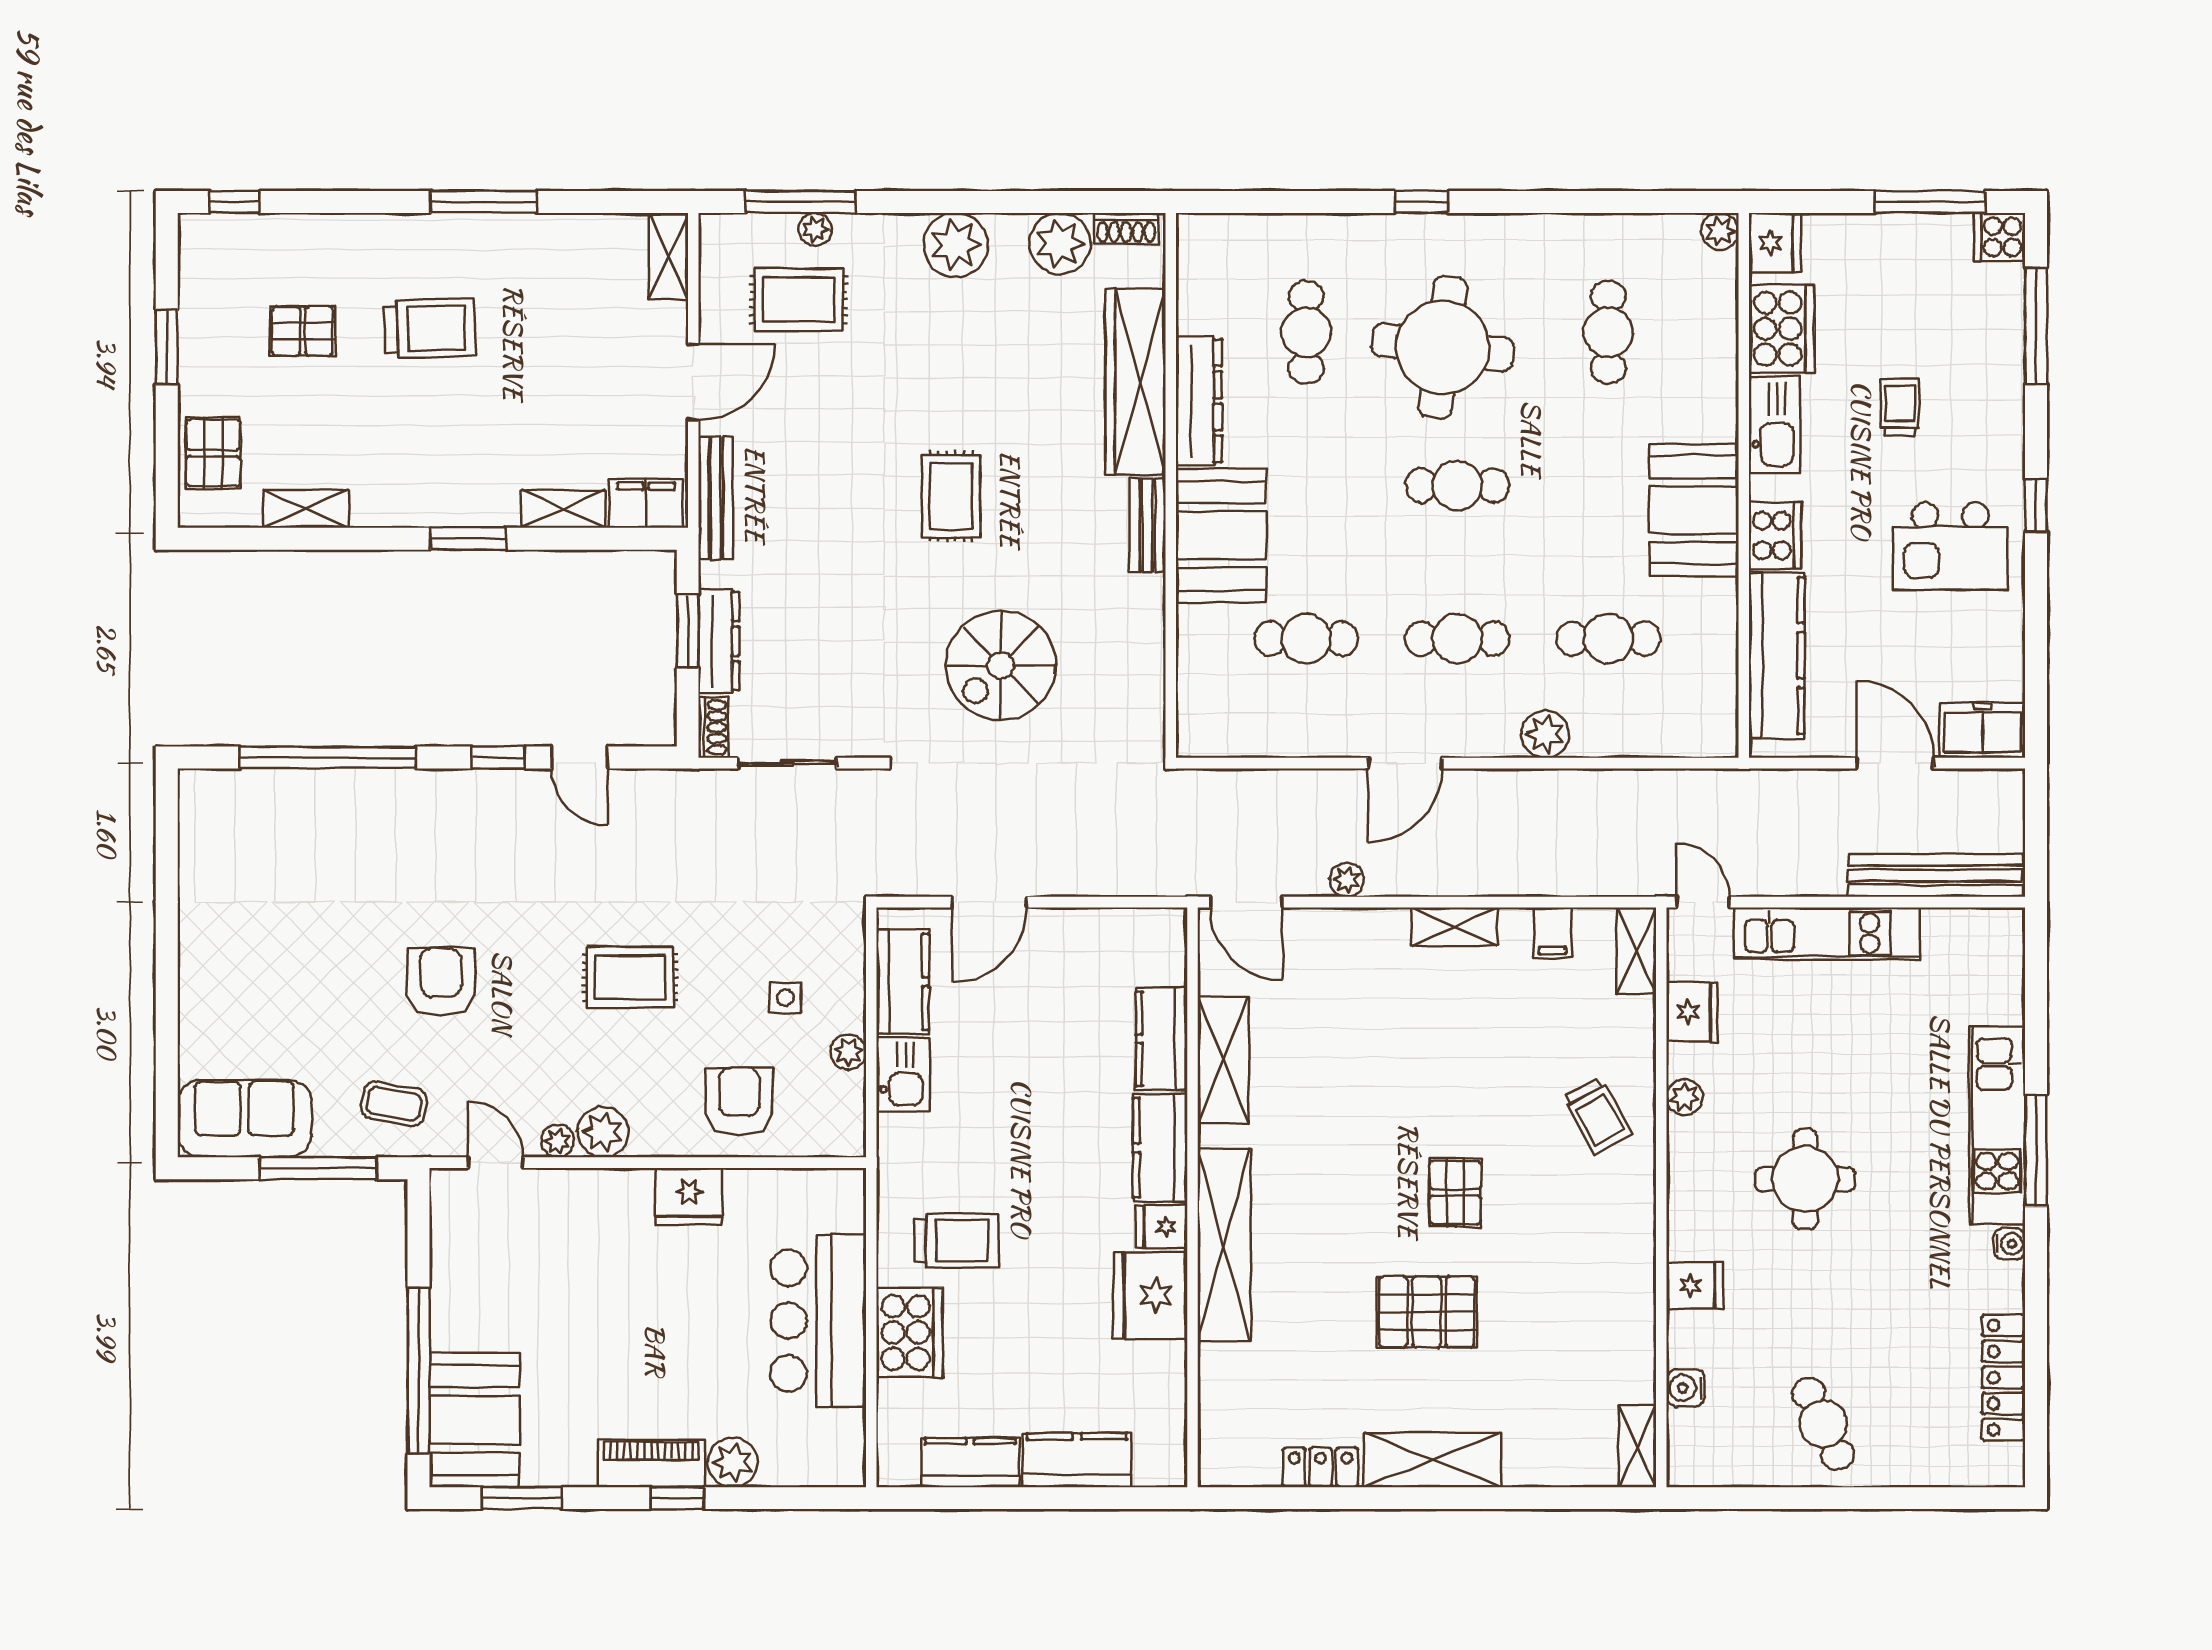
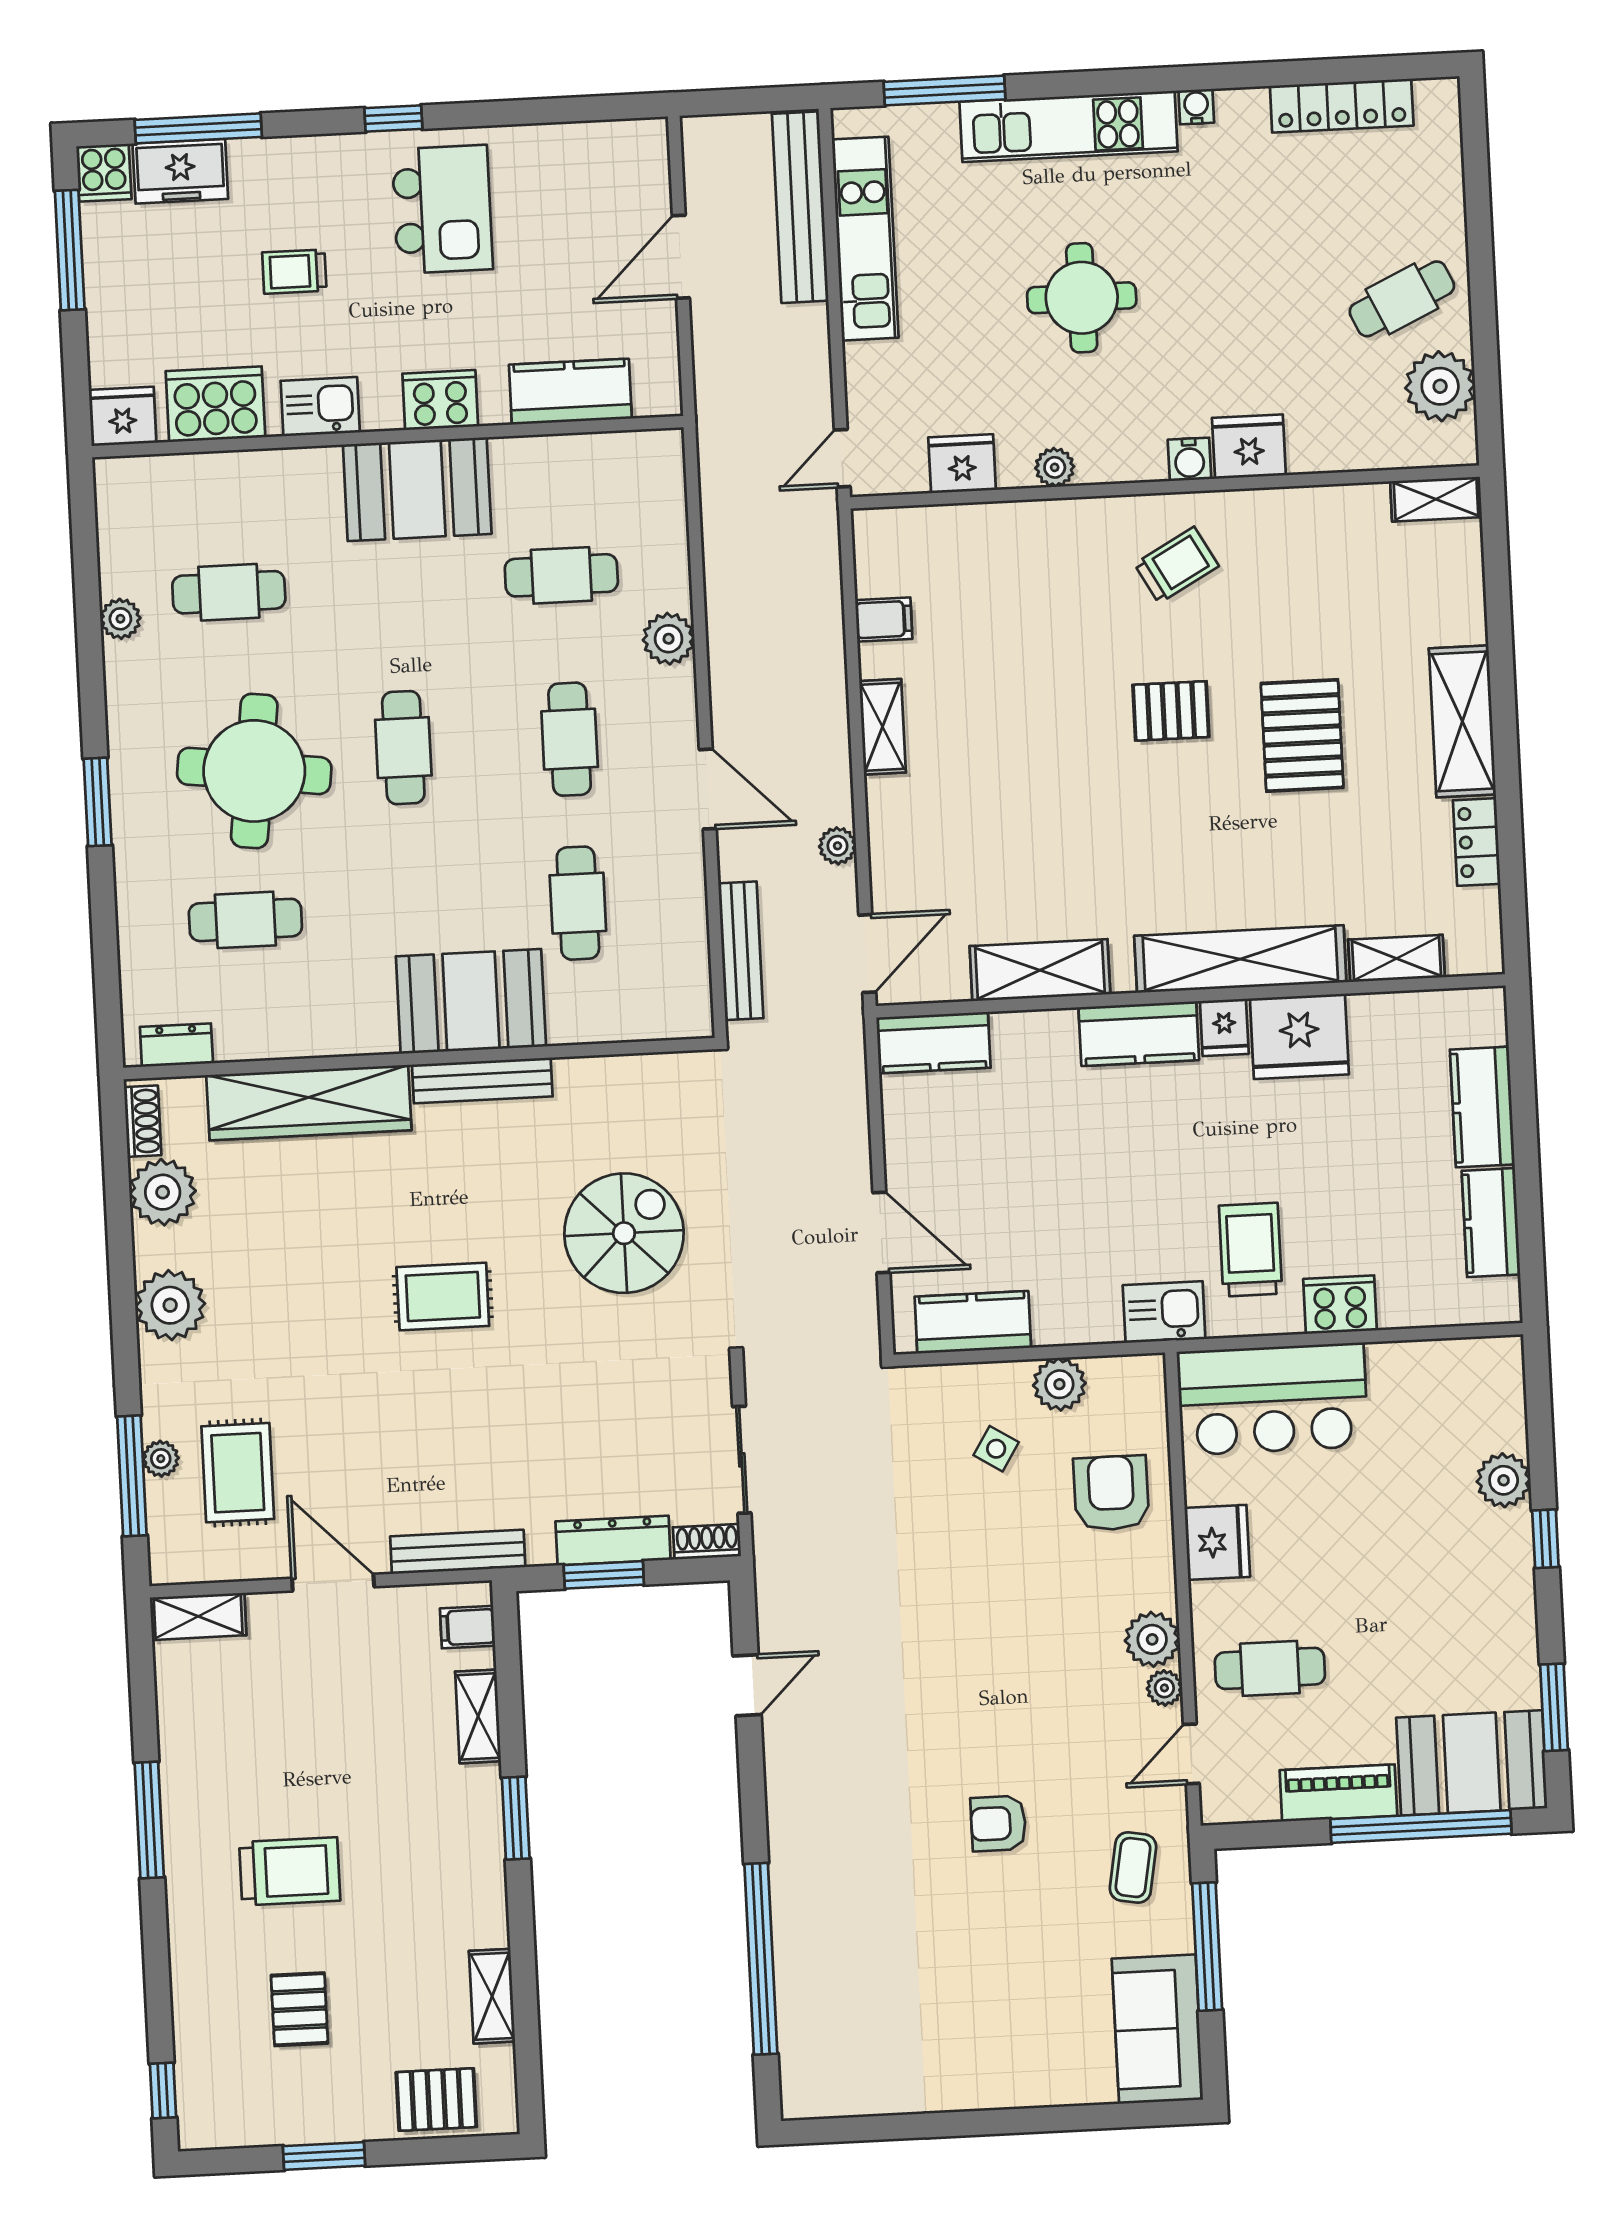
window: (1422, 202) -> (98, 802), width x1.50
plant: (1720, 231) -> (120, 619), moved
trolley: (430, 329) -> (290, 1871), turned 92
dresser: (1199, 401) -> (176, 1045), moved, width x0.51, depth x0.80
kitchen sink: (1775, 425) -> (320, 407), width x0.73
filing cabinet: (646, 503) -> (467, 1627), width x0.50
bench: (1148, 525) -> (482, 1081), width x1.36
cafe table: (1608, 639) -> (561, 575), turned 90
kitchen counter: (1777, 655) -> (570, 392), width x0.67
spiral stairs: (1001, 666) -> (624, 1233), turned -90
freezer: (1982, 730) -> (180, 171), moved, turned -90
window: (498, 758) -> (752, 1774), removed
bench: (1255, 786) -> (741, 951), added
kitchen unit: (1827, 933) -> (865, 239), moved
shelving: (1636, 951) -> (1396, 958), moved
rug: (630, 977) -> (983, 1618), removed
armchair: (441, 982) -> (998, 1823), width x0.72, depth x0.72
side table: (785, 997) -> (996, 1449), turned 32
kitchen counter: (1162, 1039) -> (933, 1043), moved
plant: (848, 1052) -> (1059, 1384), width x1.38, depth x1.38
kitchen sink: (903, 1075) -> (1164, 1312), moved
armchair: (739, 1101) -> (1111, 1493), turned 90
trolley: (1597, 1116) -> (1176, 565), moved
window: (2036, 1151) -> (944, 91), moved
round table: (1805, 1179) -> (1082, 298), moved
cafe table: (571, 1239) -> (1270, 1668), added
fridge: (1695, 1285) -> (1249, 447), width x1.38
bar counter: (818, 1321) -> (1273, 1399), moved
cooker: (910, 1332) -> (1340, 1305), width x0.73, depth x0.76
water cooler: (1686, 1388) -> (1189, 459), moved
plant: (1741, 1455) -> (1440, 386), added
piano: (651, 1464) -> (1338, 1793), moved, turned 90

